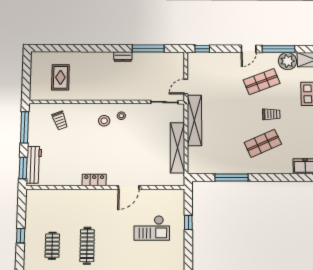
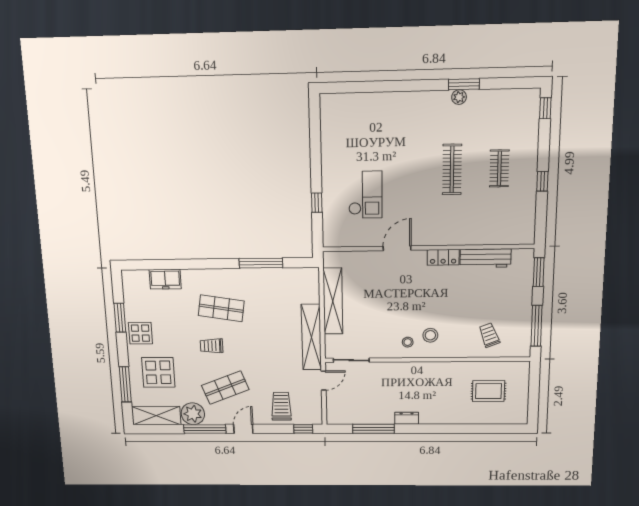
trolley: (219, 67) -> (281, 406), added
rug: (60, 77) -> (489, 391), turned 90
shop shelf: (263, 143) -> (221, 308), turned 33
workbench: (34, 165) -> (485, 258), moved, turned -90
checkout: (152, 228) -> (365, 195), turned 90

